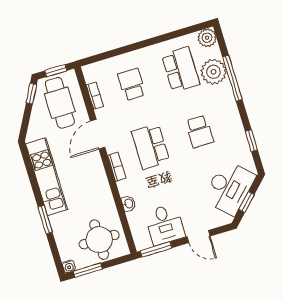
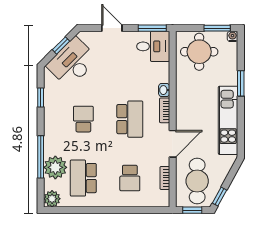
washbasin: (128, 204) -> (164, 90), moved
desk: (165, 224) -> (153, 46), moved, turned 90

